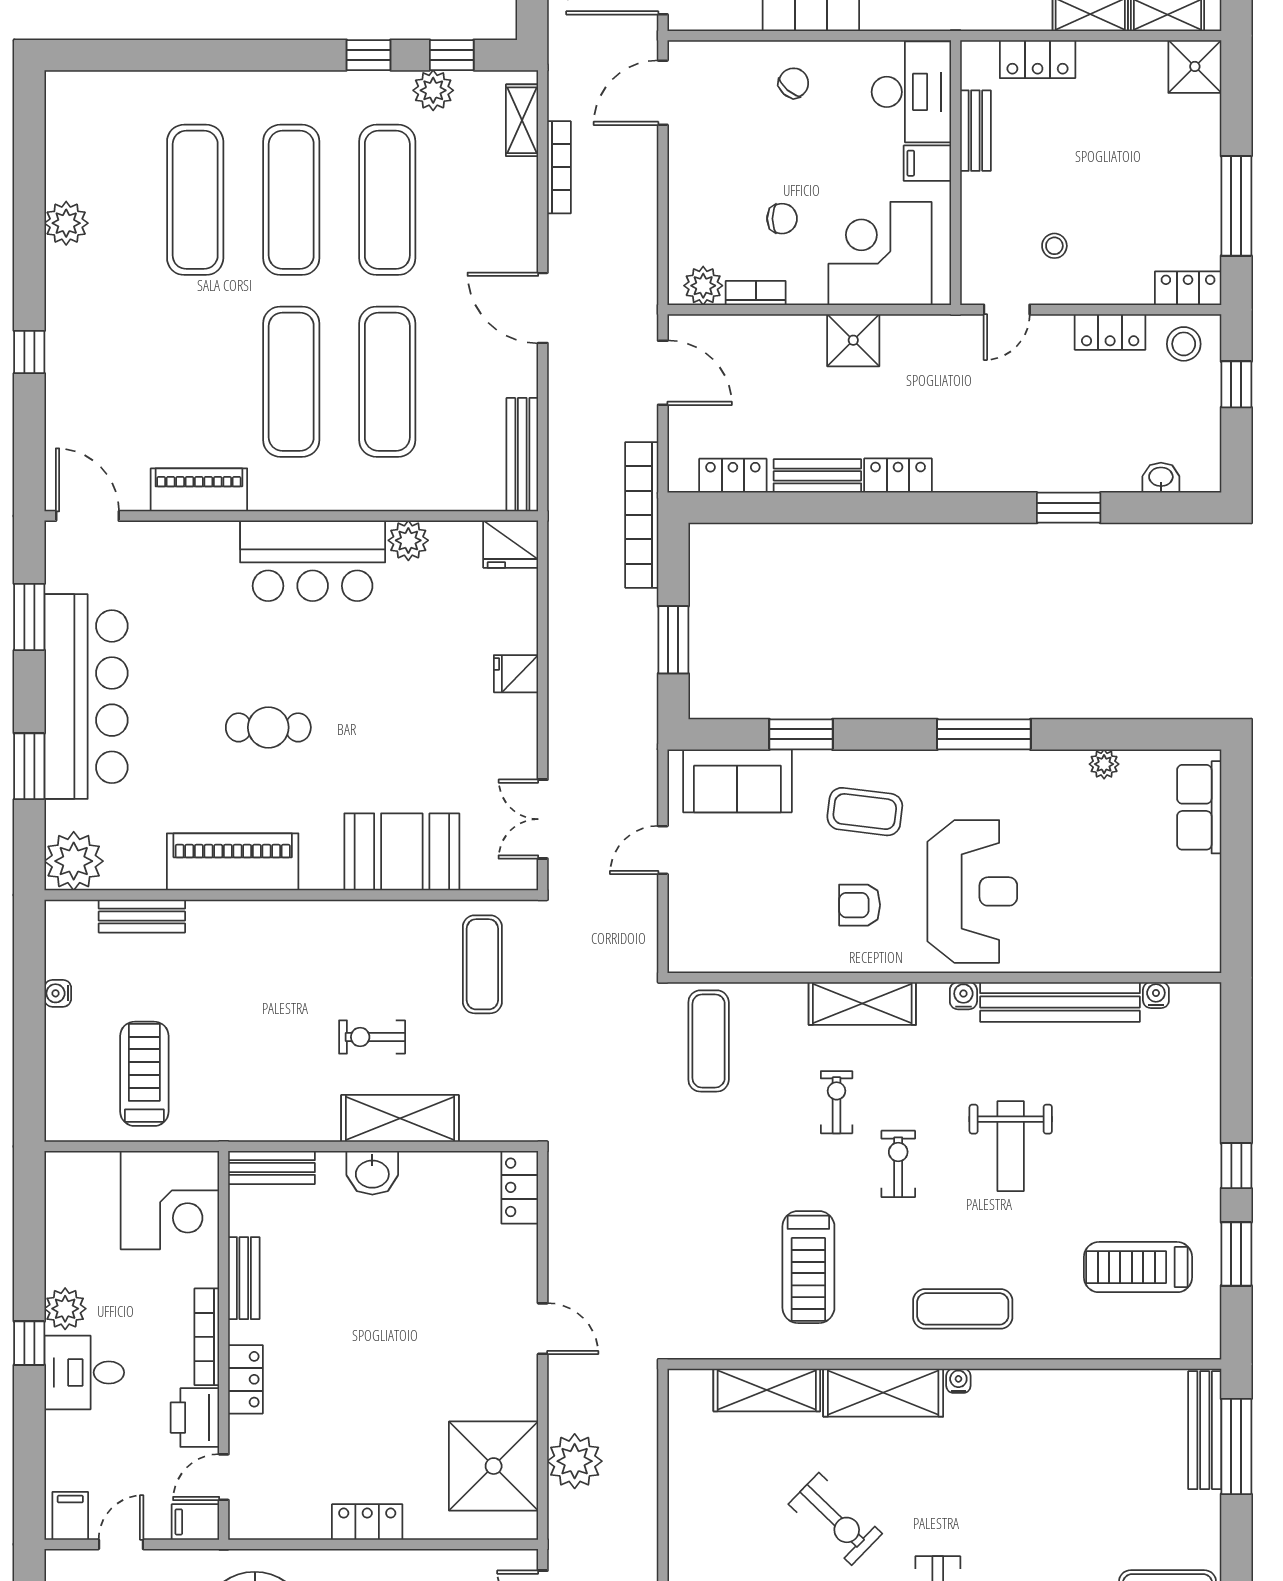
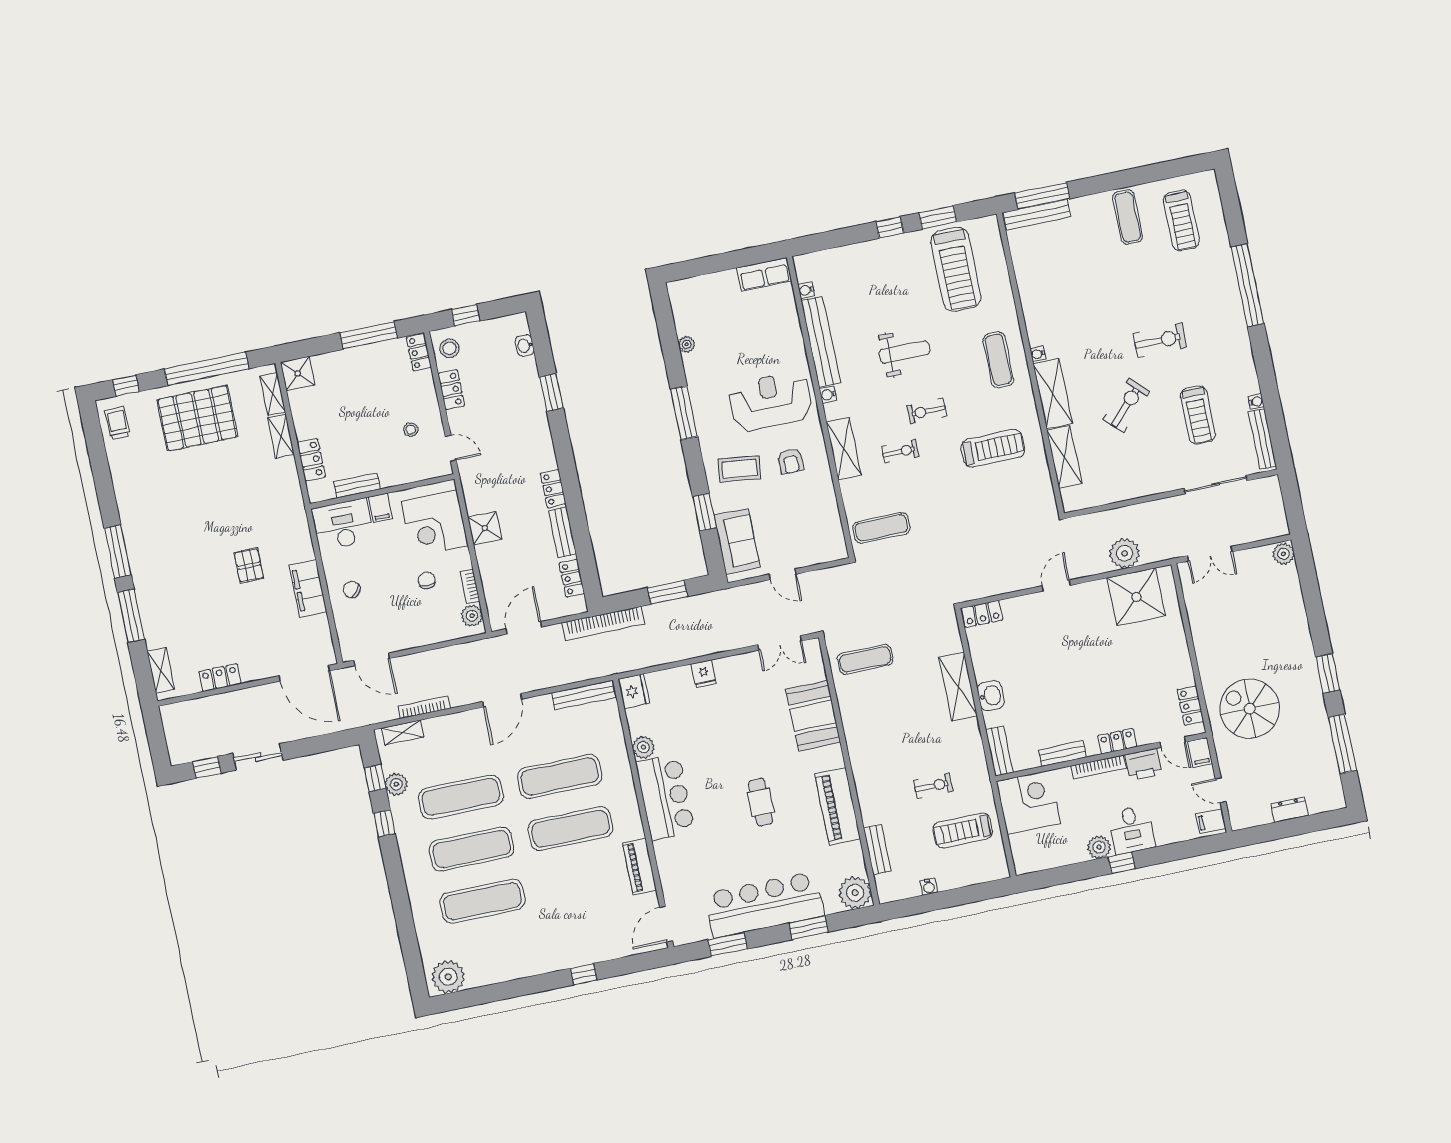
plant: (66, 223) -> (448, 977), moved, width x1.36, depth x1.36
row of seats: (1199, 807) -> (764, 274), moved
coffee table: (865, 812) -> (739, 469), turned 90
exercise bike: (372, 1037) -> (933, 786), moved, turned -90
exercise bike: (837, 1102) -> (900, 452), turned 180
treadmill: (1138, 1267) -> (956, 269), width x1.37, depth x1.38
locker: (367, 1522) -> (1191, 706), moved

